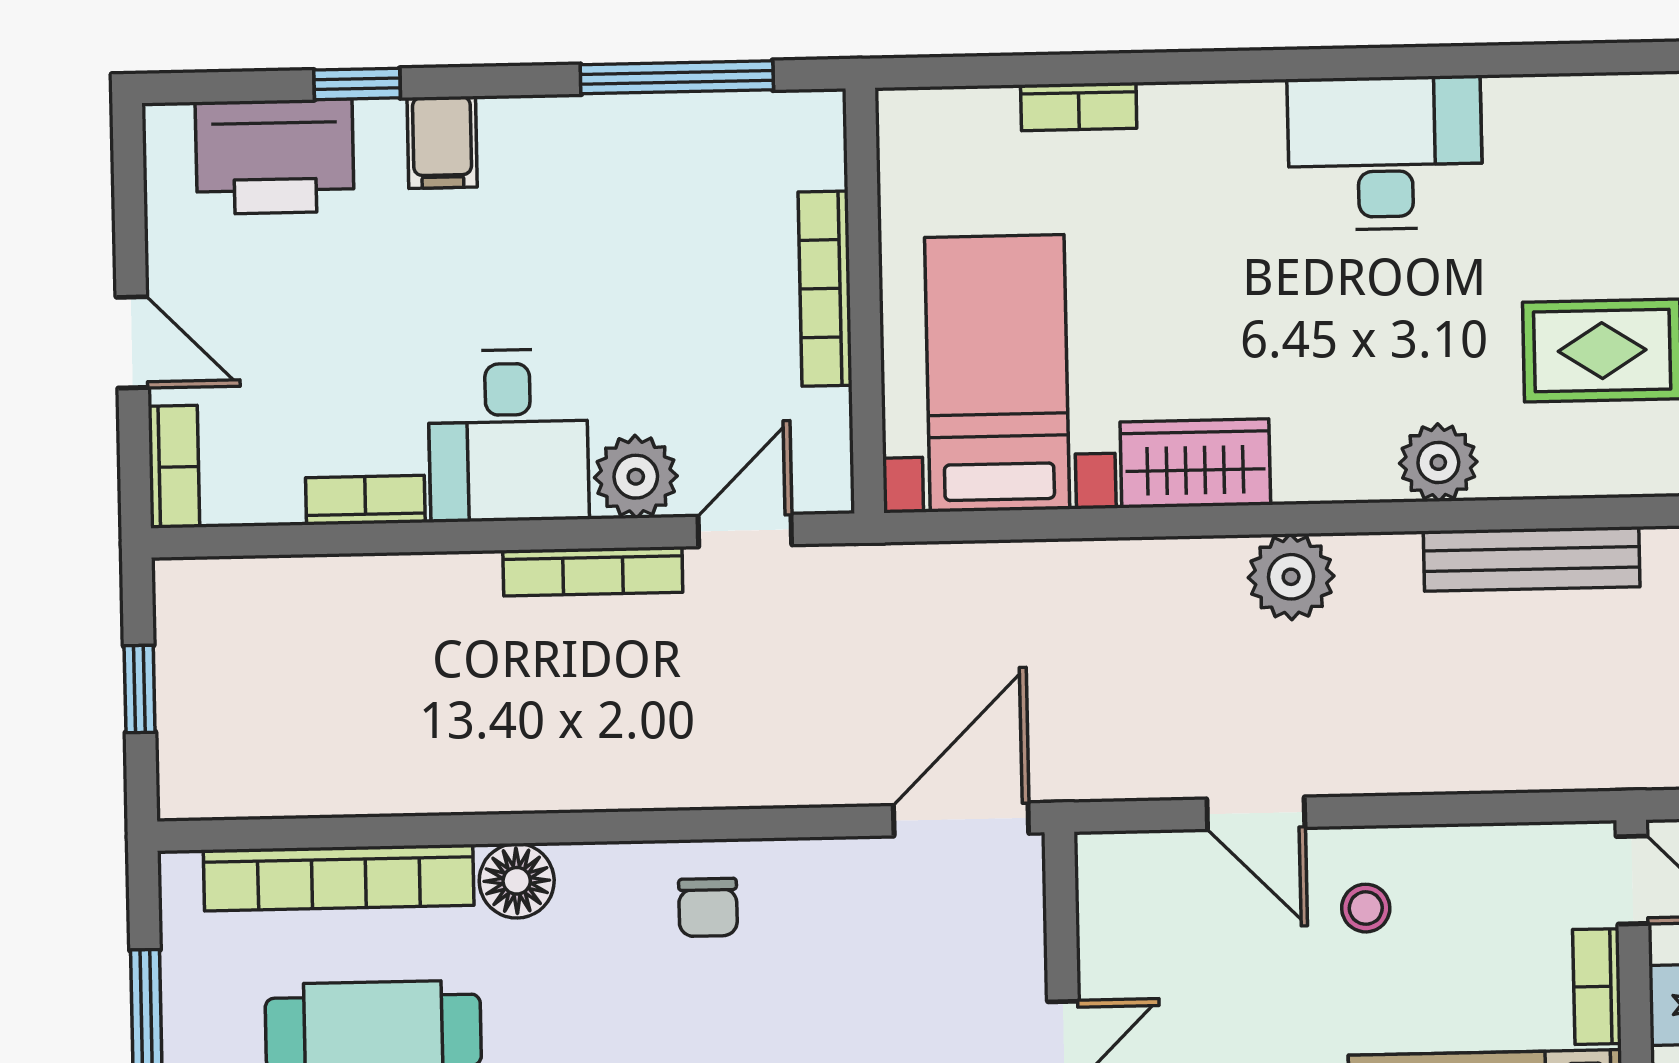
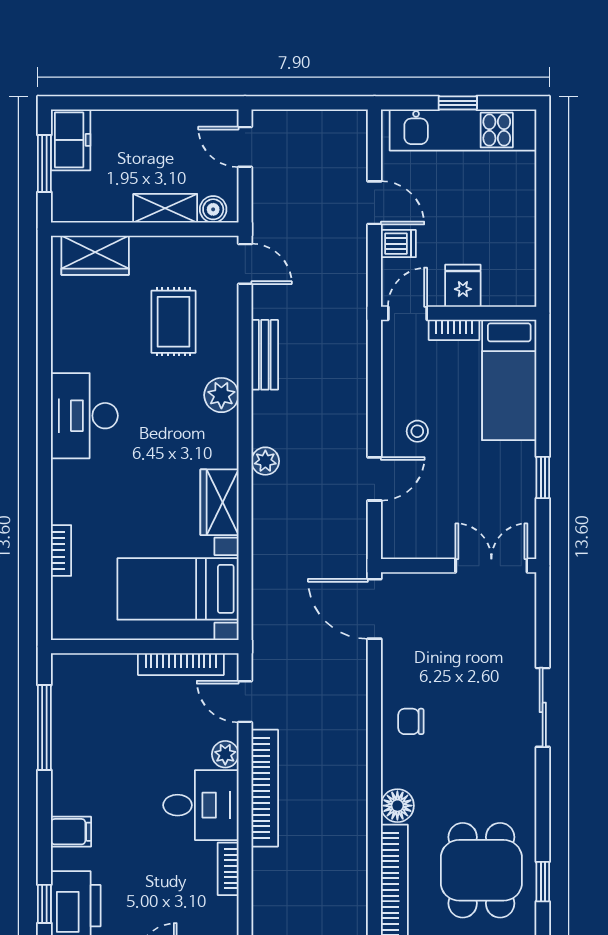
window: (357, 84) -> (44, 904), moved
bookcase: (825, 289) -> (181, 664), moved
plant: (636, 477) -> (225, 754), width x0.73, depth x0.73
bench: (1532, 559) -> (265, 355), width x0.73
bookcase: (593, 571) -> (265, 788), width x1.48, depth x1.31
plant: (1291, 577) -> (265, 461), width x0.73, depth x0.73
chair: (708, 907) -> (411, 721), turned 180

